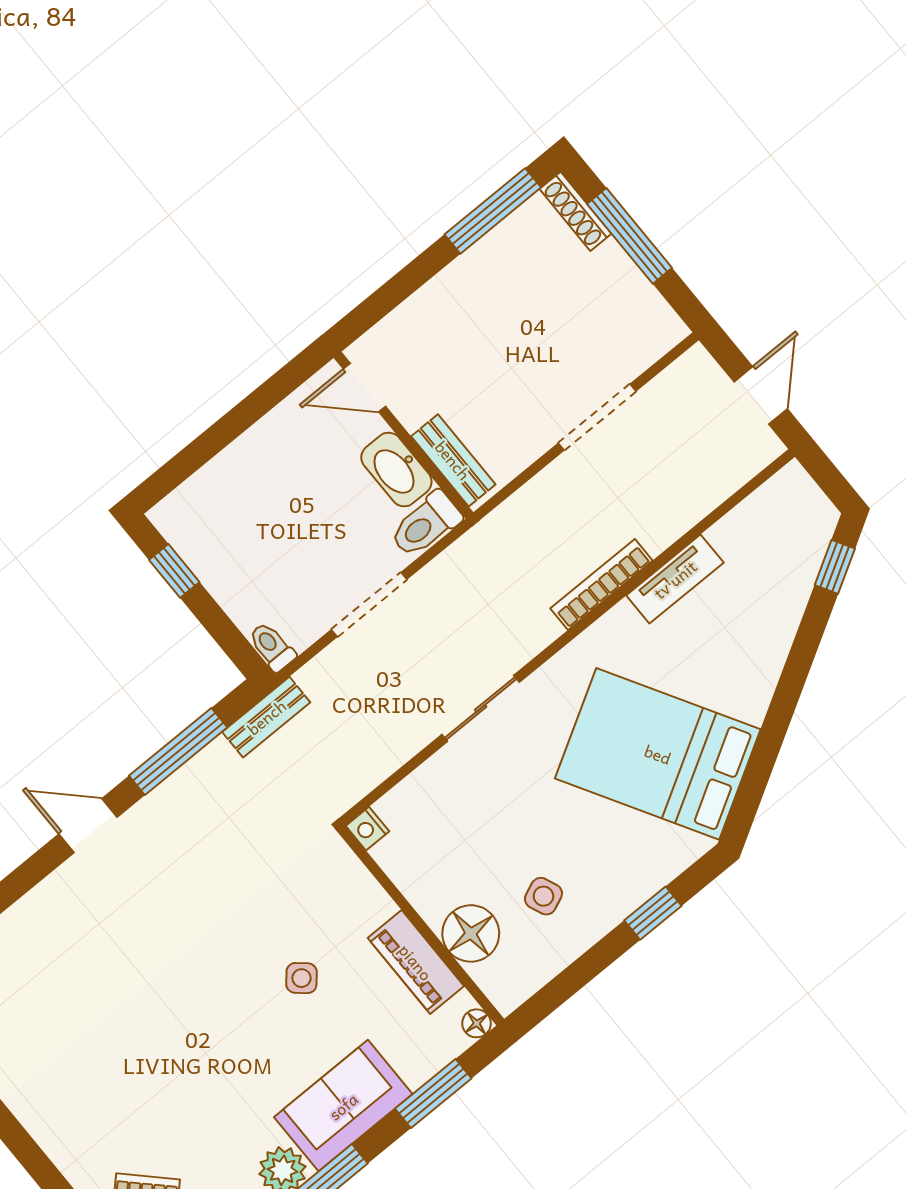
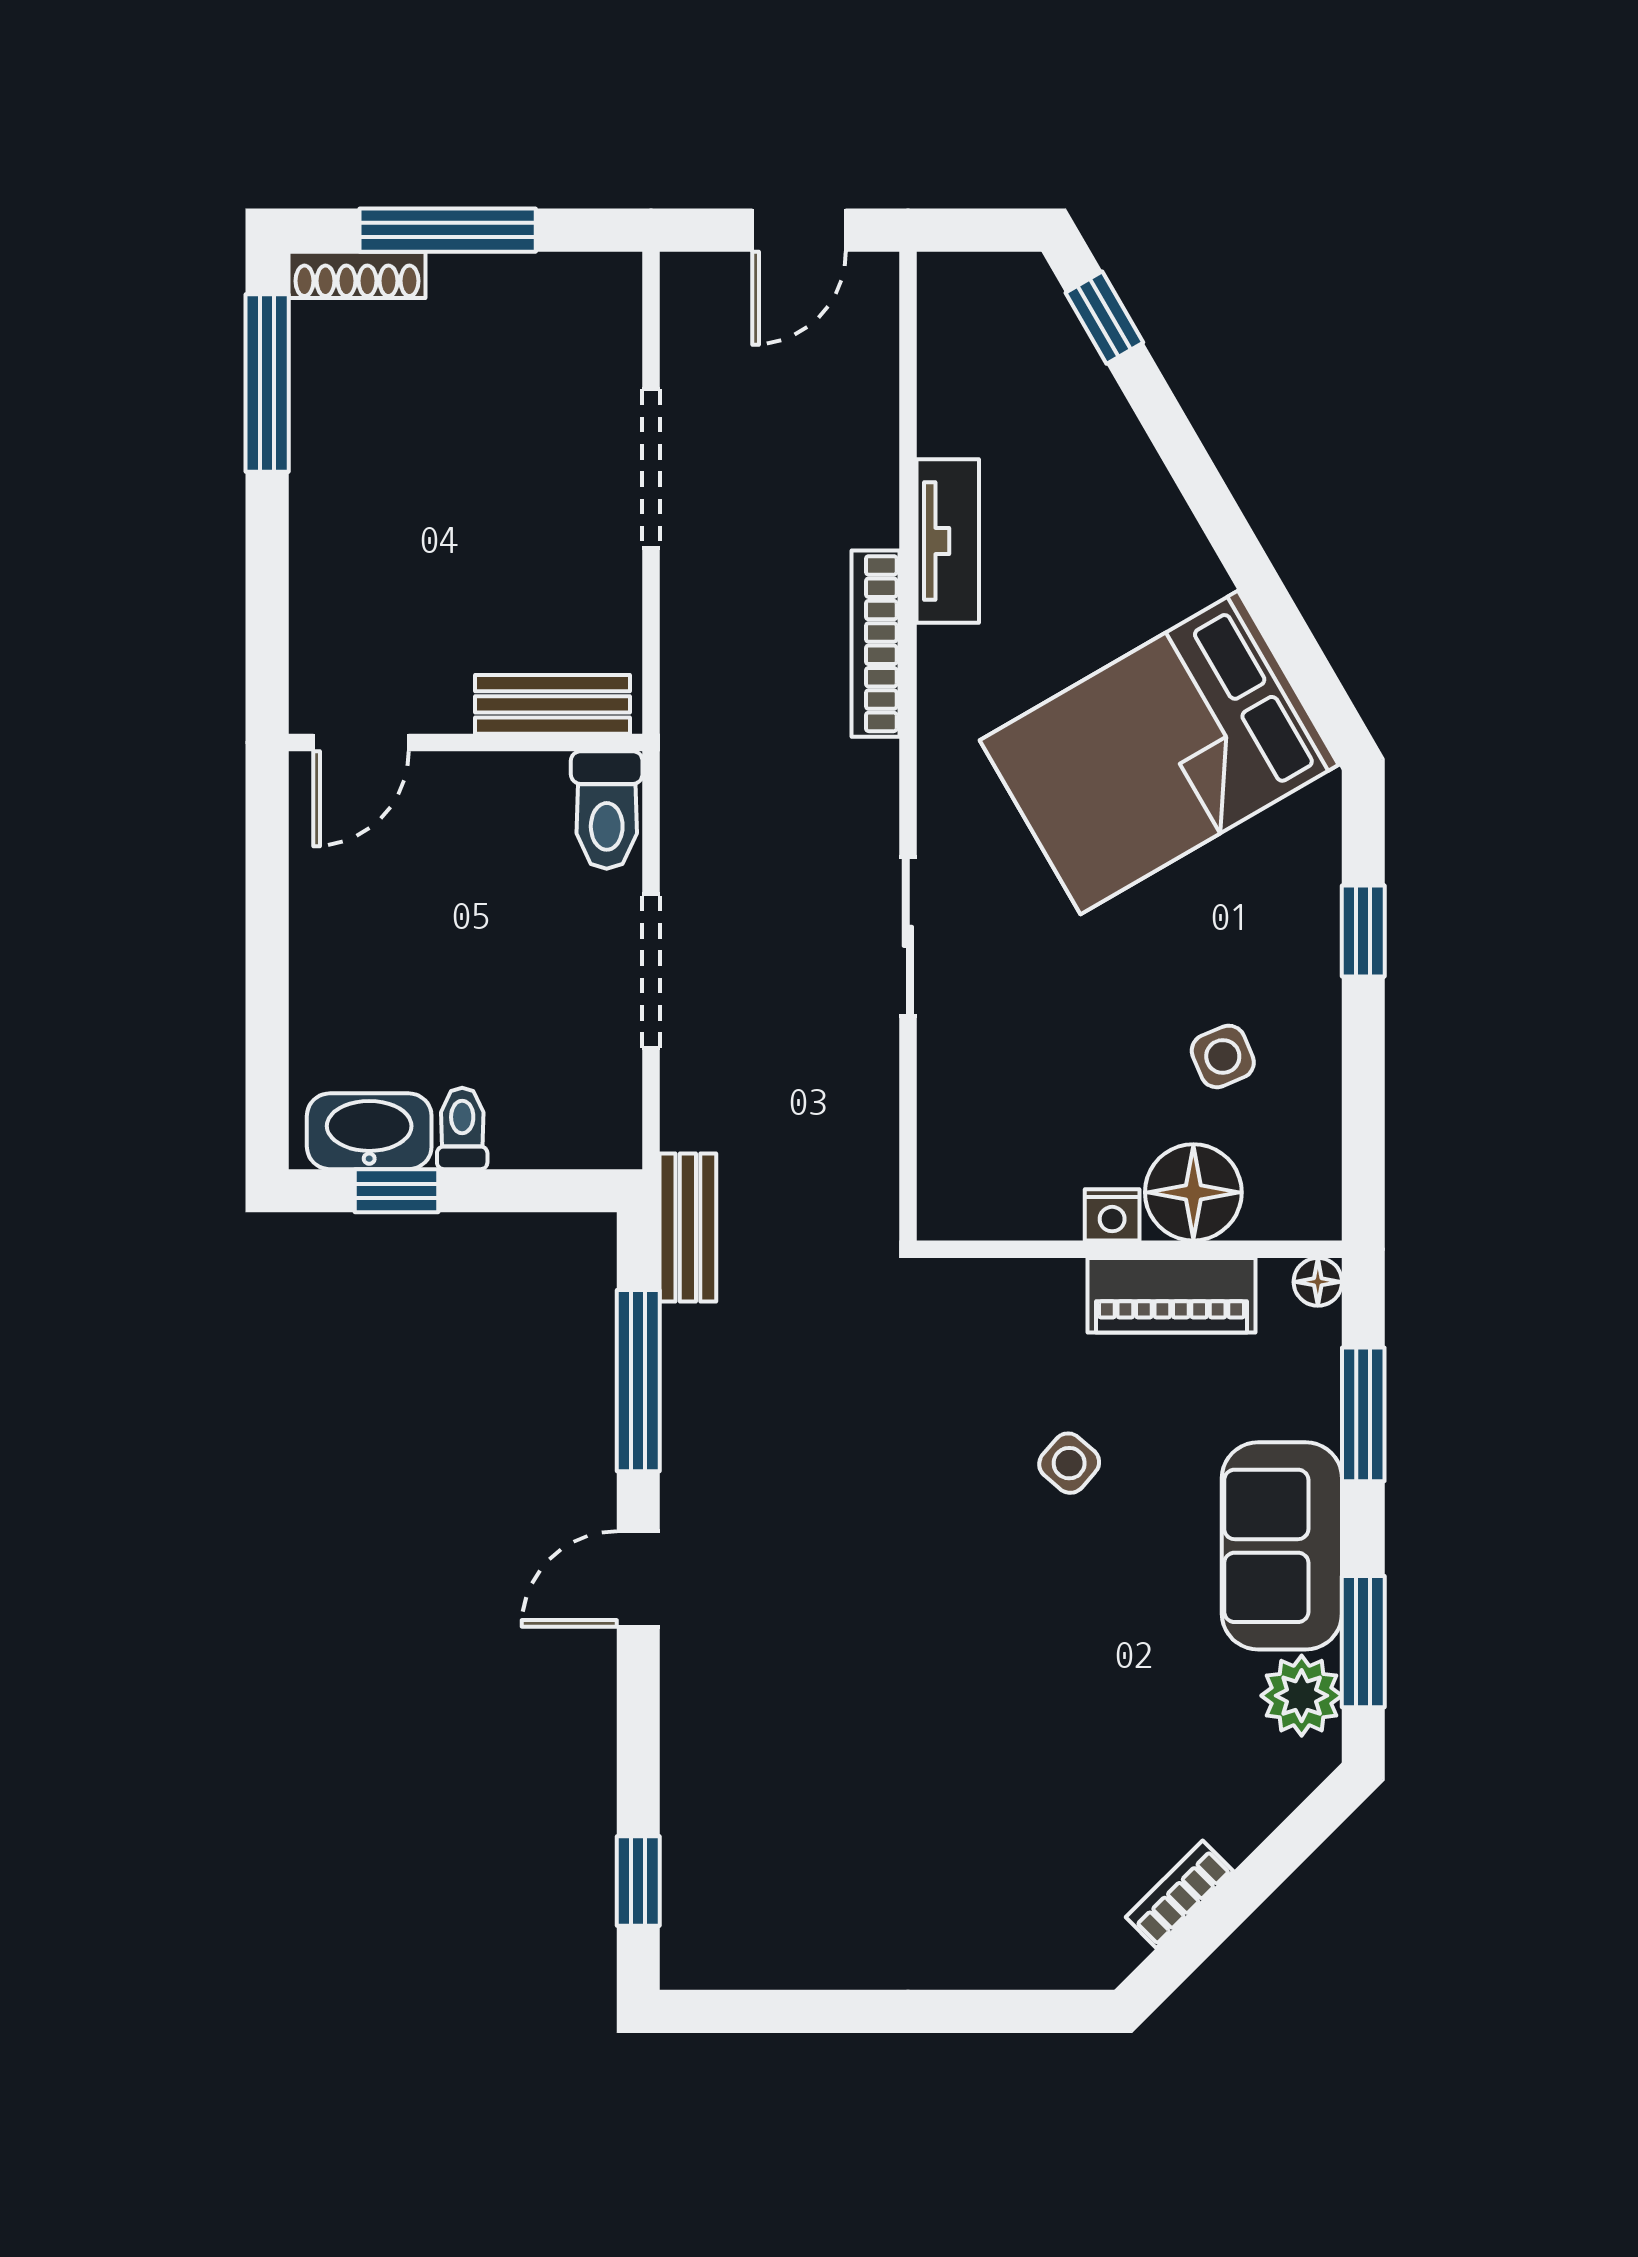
door: (761, 395) -> (799, 230), swing flipped
washbasin: (396, 470) -> (369, 1131), moved, turned 180
toilet: (272, 647) -> (462, 1128), moved, turned 90
nightstand: (367, 829) -> (1112, 1215), moved

